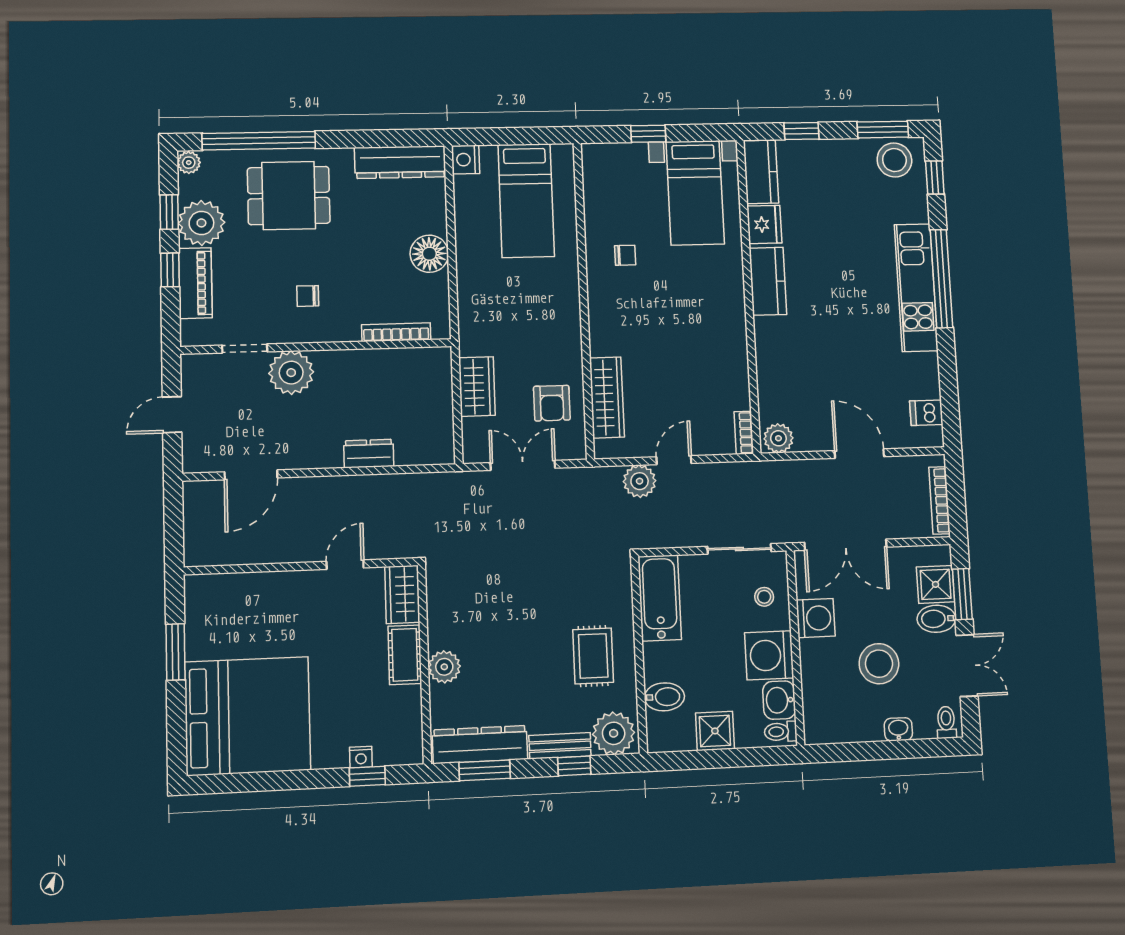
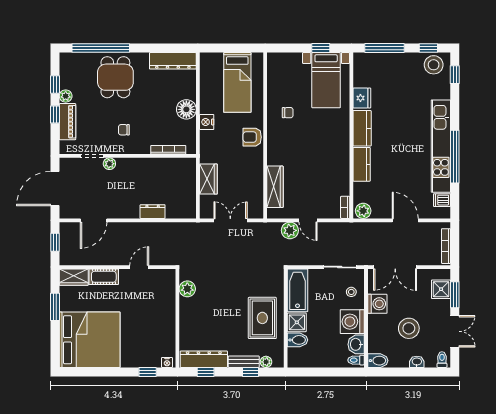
window: (883, 130) -> (428, 48), width x0.67
window: (802, 131) -> (384, 48), width x2.17
window: (648, 134) -> (321, 48), moved
nightstand: (466, 160) -> (207, 122), moved
plant: (189, 163) -> (65, 59), removed
kitchen counter: (761, 172) -> (362, 164), moved
dining table: (289, 196) -> (115, 77), turned 90
plant: (201, 223) -> (66, 96), width x0.53, depth x0.53
window: (941, 279) -> (455, 157), moved
kitchen unit: (916, 288) -> (441, 146), width x1.36
plant: (291, 373) -> (109, 164), width x0.53, depth x0.53
armchair: (552, 403) -> (252, 137), moved, turned 90
door: (172, 415) -> (55, 189), width x1.88
door: (674, 460) -> (308, 220), swing flipped
window: (174, 522) -> (55, 242), added
wardrobe: (402, 594) -> (74, 277), moved, turned -90
bidet: (936, 619) -> (378, 361), moved, turned 180
cot: (405, 655) -> (104, 277), moved, turned 90
rug: (593, 656) -> (262, 318), width x1.36, depth x1.43
plant: (444, 667) -> (187, 289), moved
shower: (715, 731) -> (297, 322), moved
plant: (614, 733) -> (266, 362), width x0.53, depth x0.53
nightstand: (361, 757) -> (167, 362), moved
window: (485, 770) -> (206, 372), width x0.67

